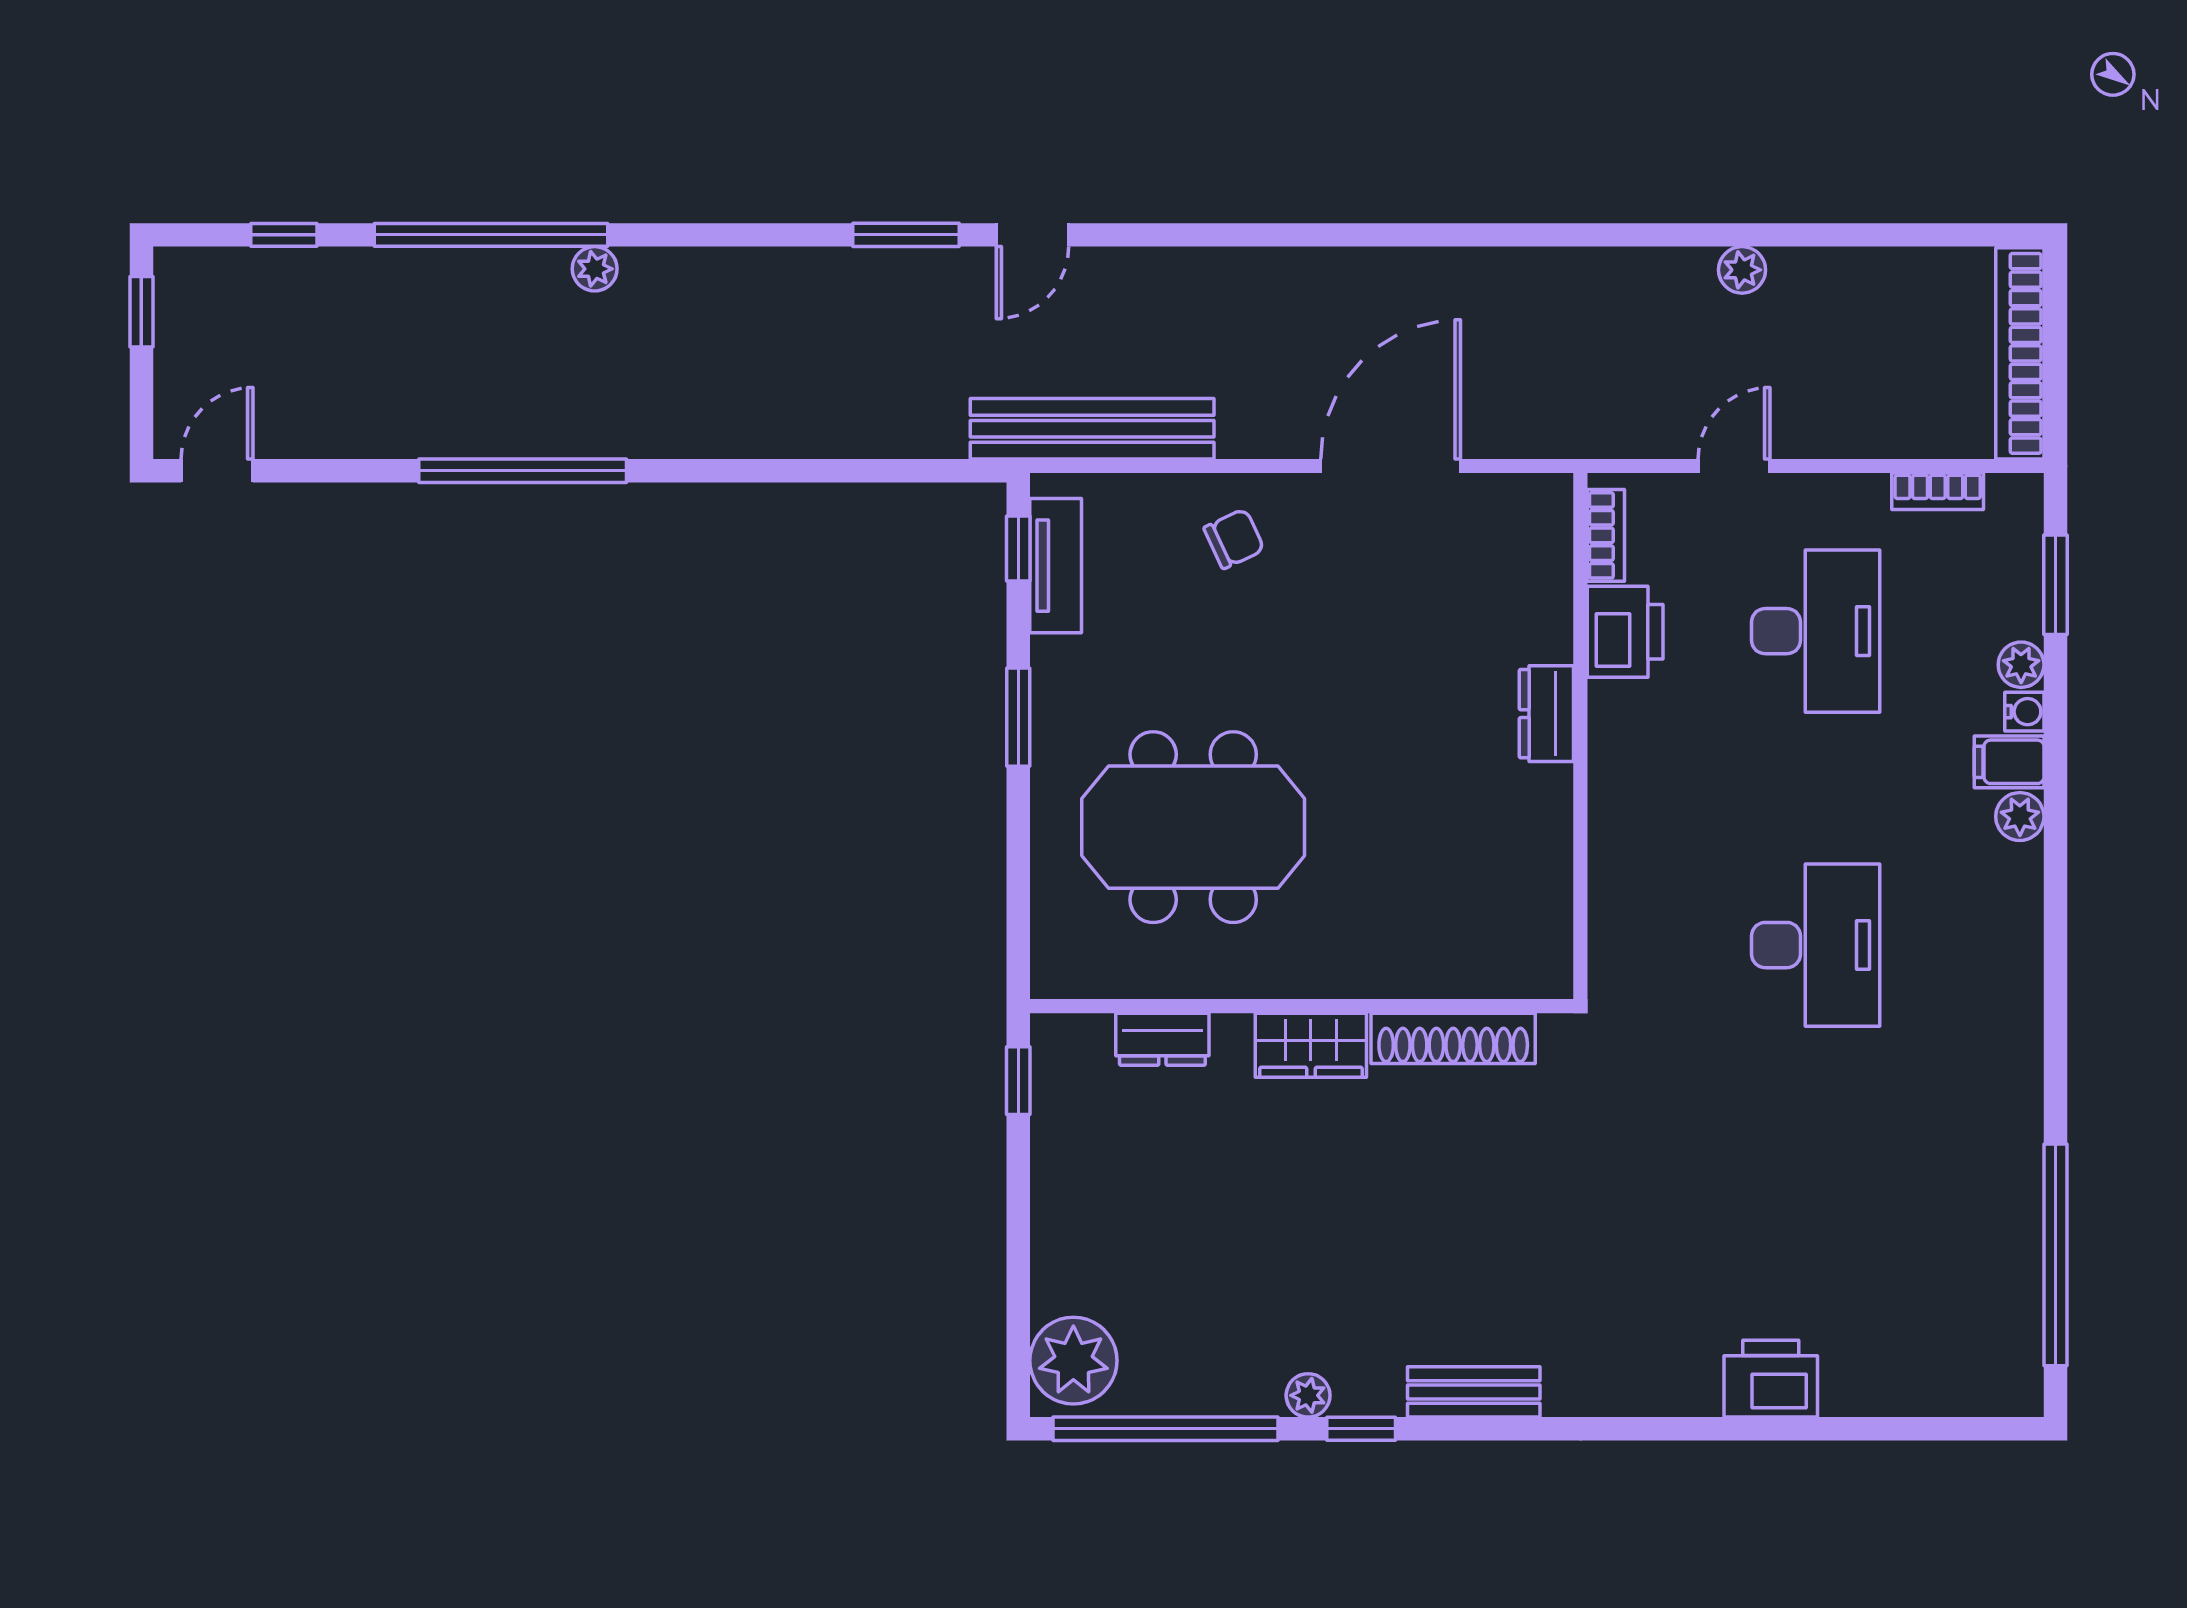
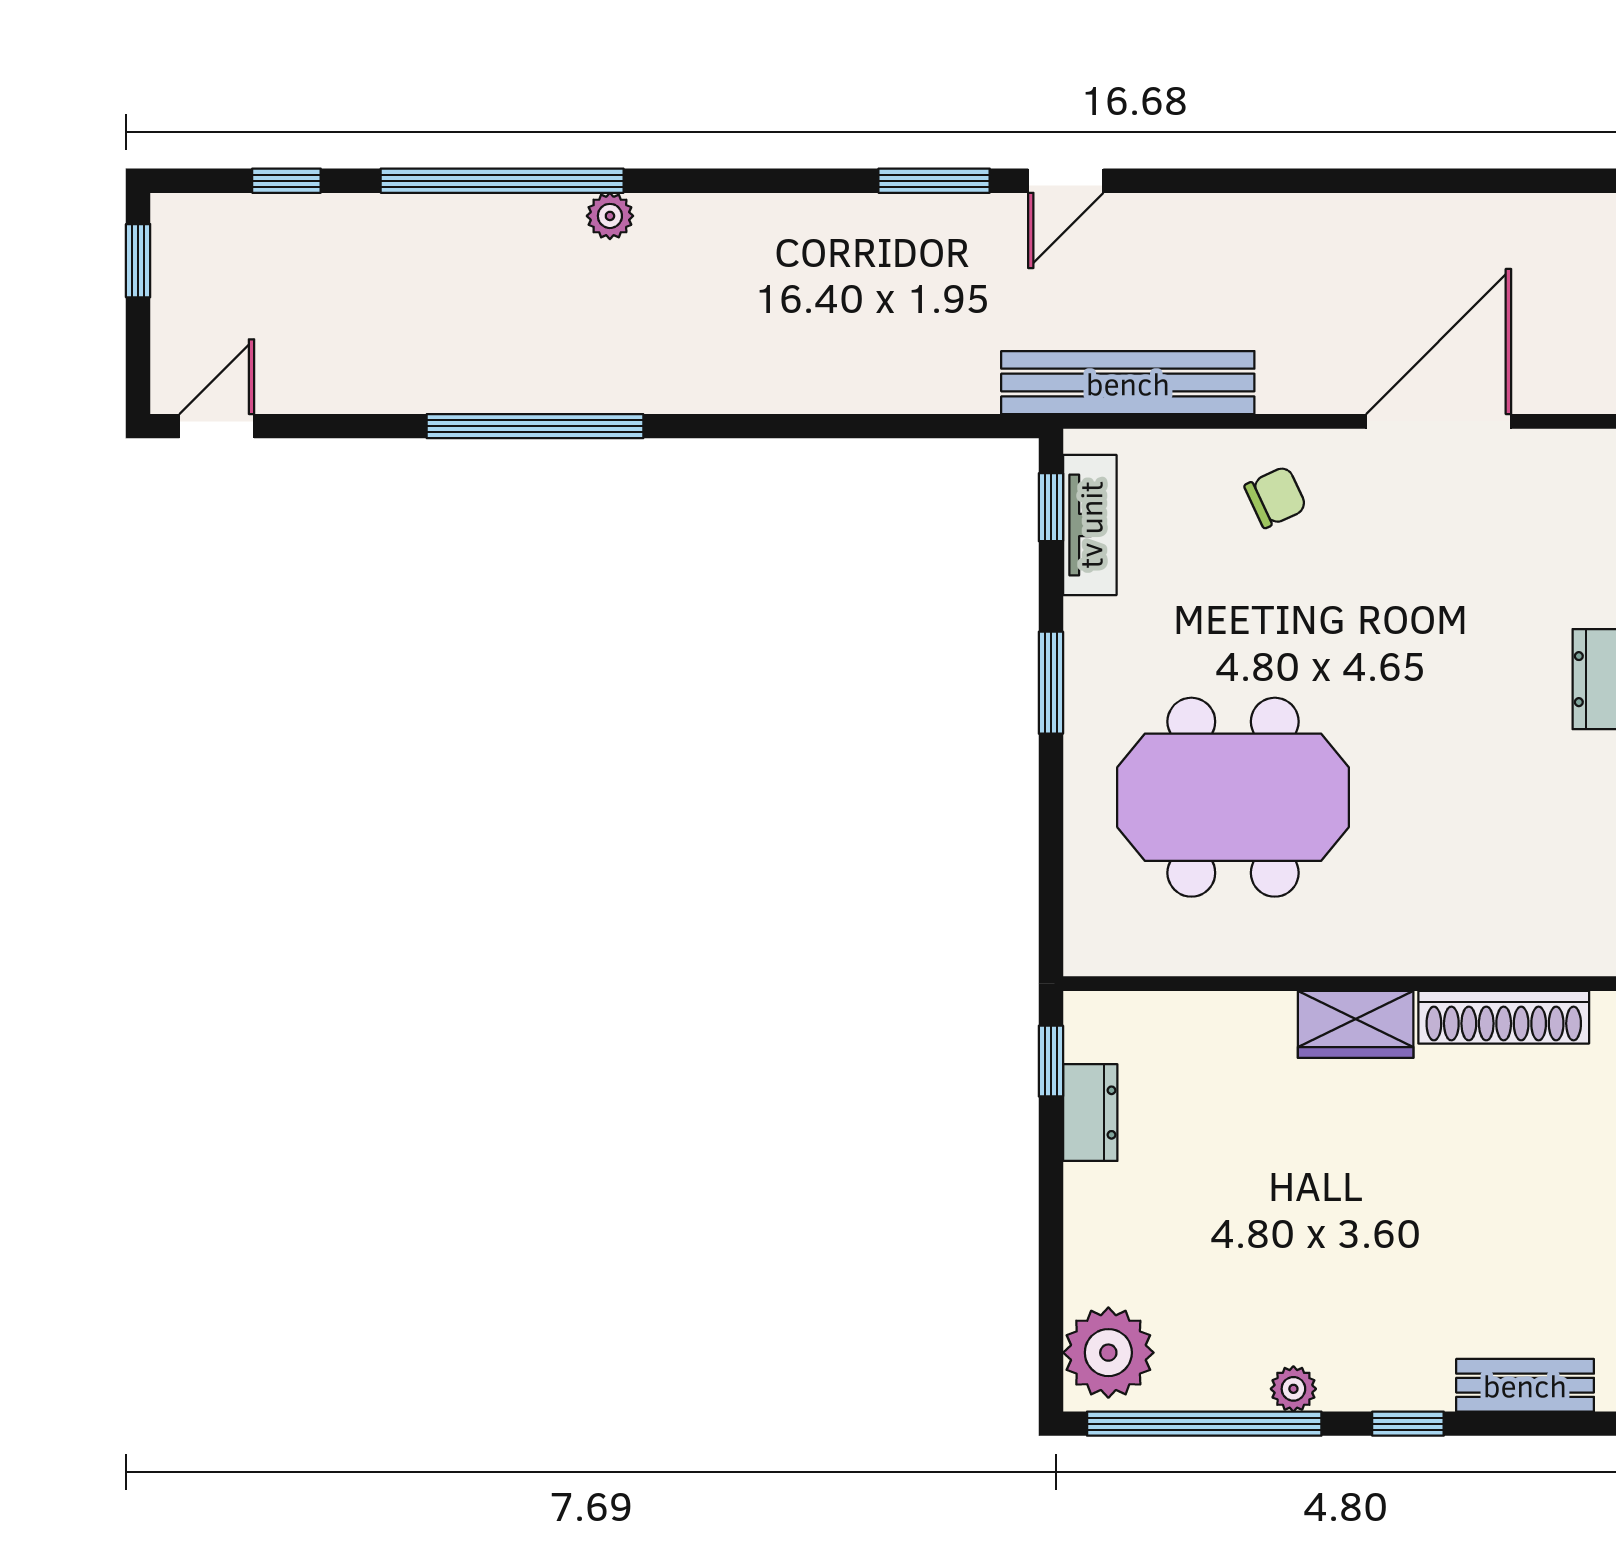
dresser: (1162, 1039) -> (1090, 1113), moved, turned -90
plant: (1308, 1395) -> (1293, 1389), moved

